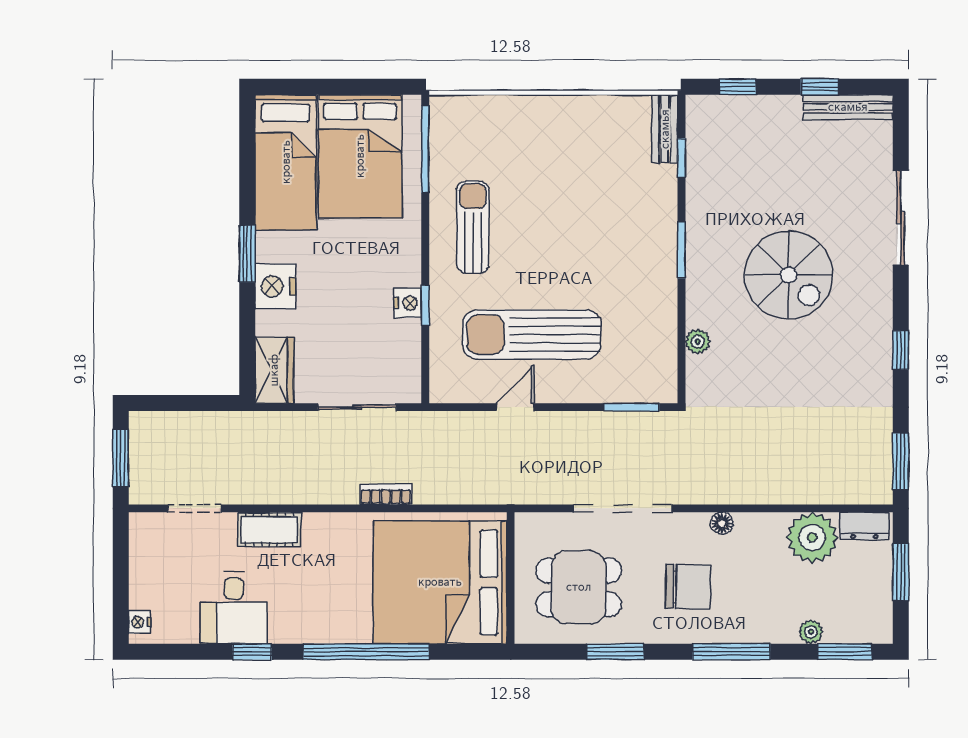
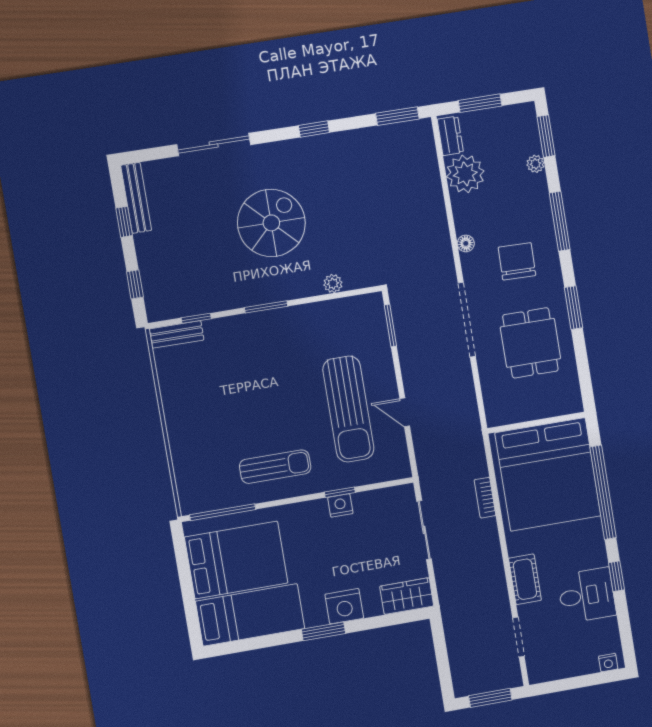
sun lounger: (473, 227) -> (275, 467), turned 180
wall: (511, 578) -> (536, 423), moved
bed: (440, 582) -> (548, 474), moved

